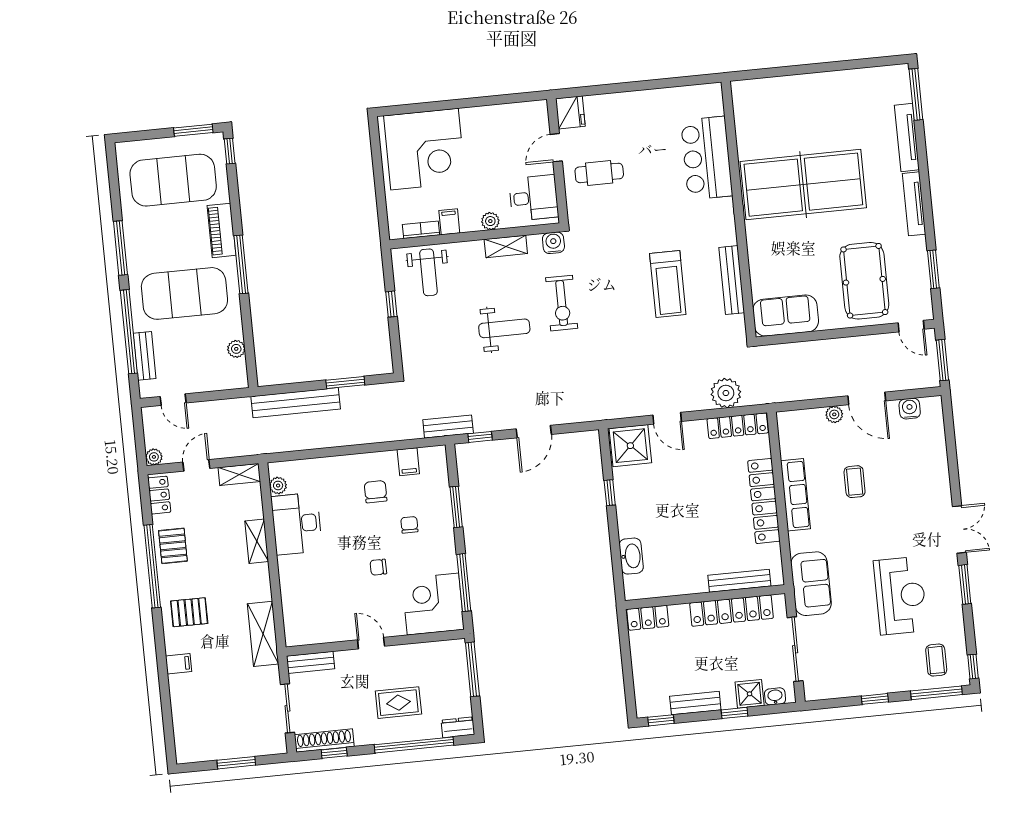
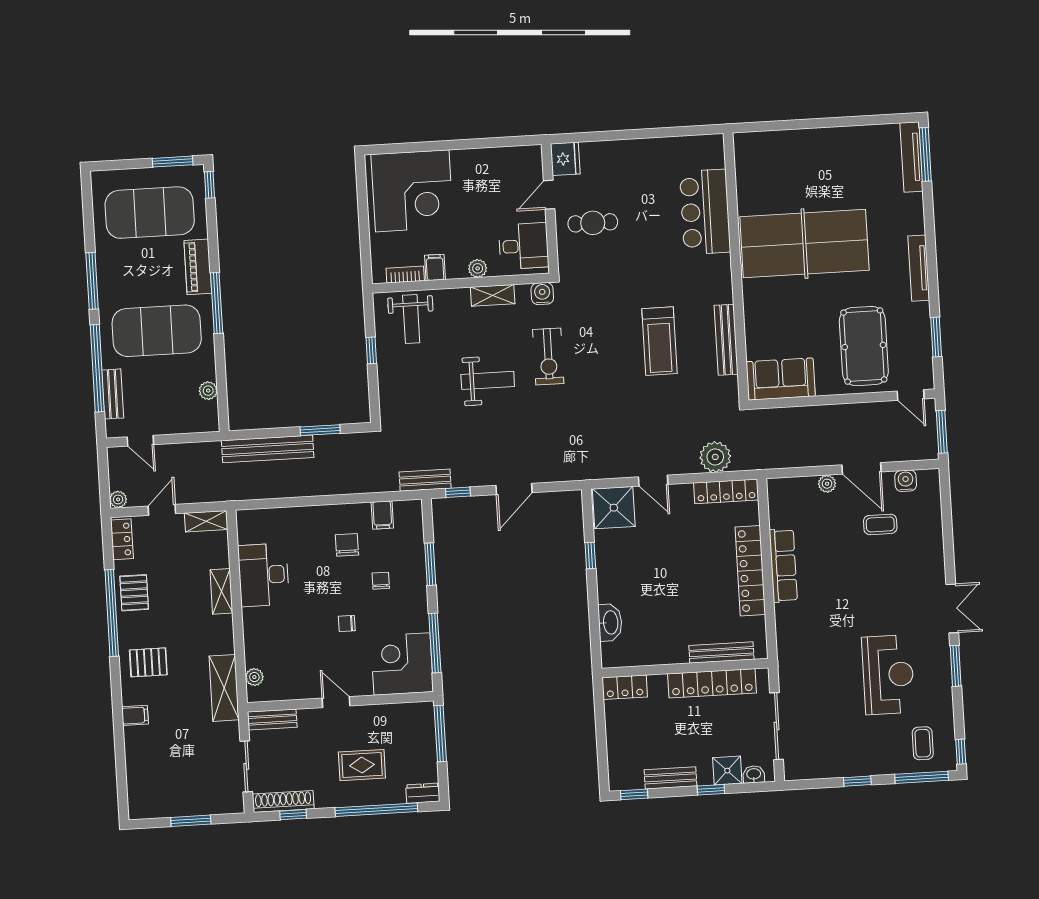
tv unit: (907, 138) -> (912, 157), moved
coffee table: (855, 482) -> (880, 524), moved, turned 90
plant: (278, 486) -> (254, 677), moved
sofa: (811, 584) -> (796, 659), removed

